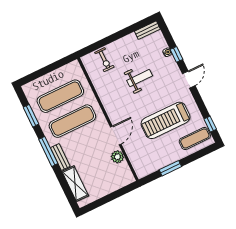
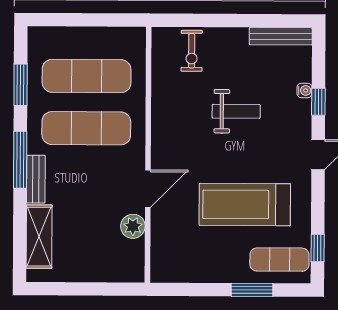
bench: (147, 30) -> (281, 36), width x1.36
window: (170, 168) -> (252, 290), moved

